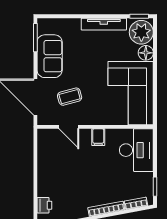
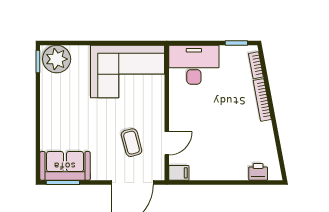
tv unit: (104, 24) -> (47, 103), removed
floor lamp: (146, 53) -> (81, 54), removed
sofa: (50, 56) -> (65, 166), moved
filing cabinet: (98, 137) -> (179, 173), moved

